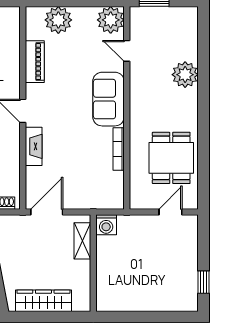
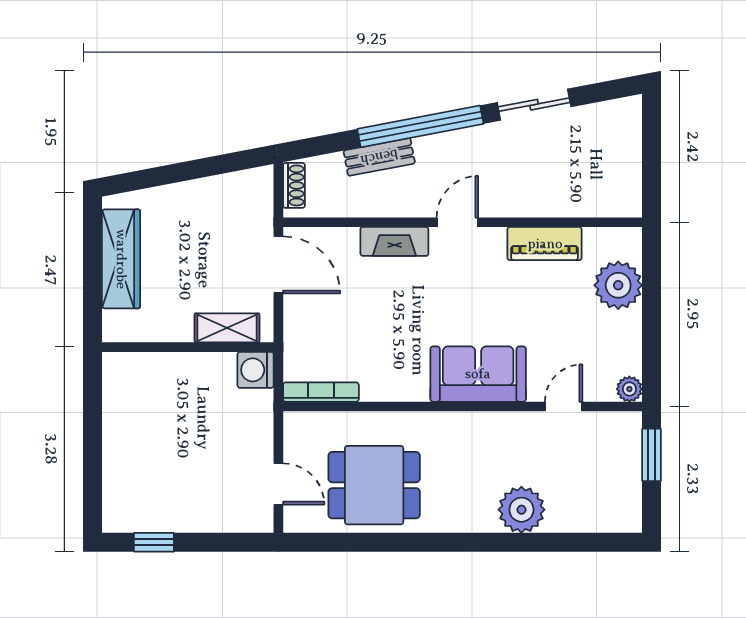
plant: (111, 20) -> (629, 389), width x0.53, depth x0.53
bookcase: (119, 149) -> (321, 392), moved

